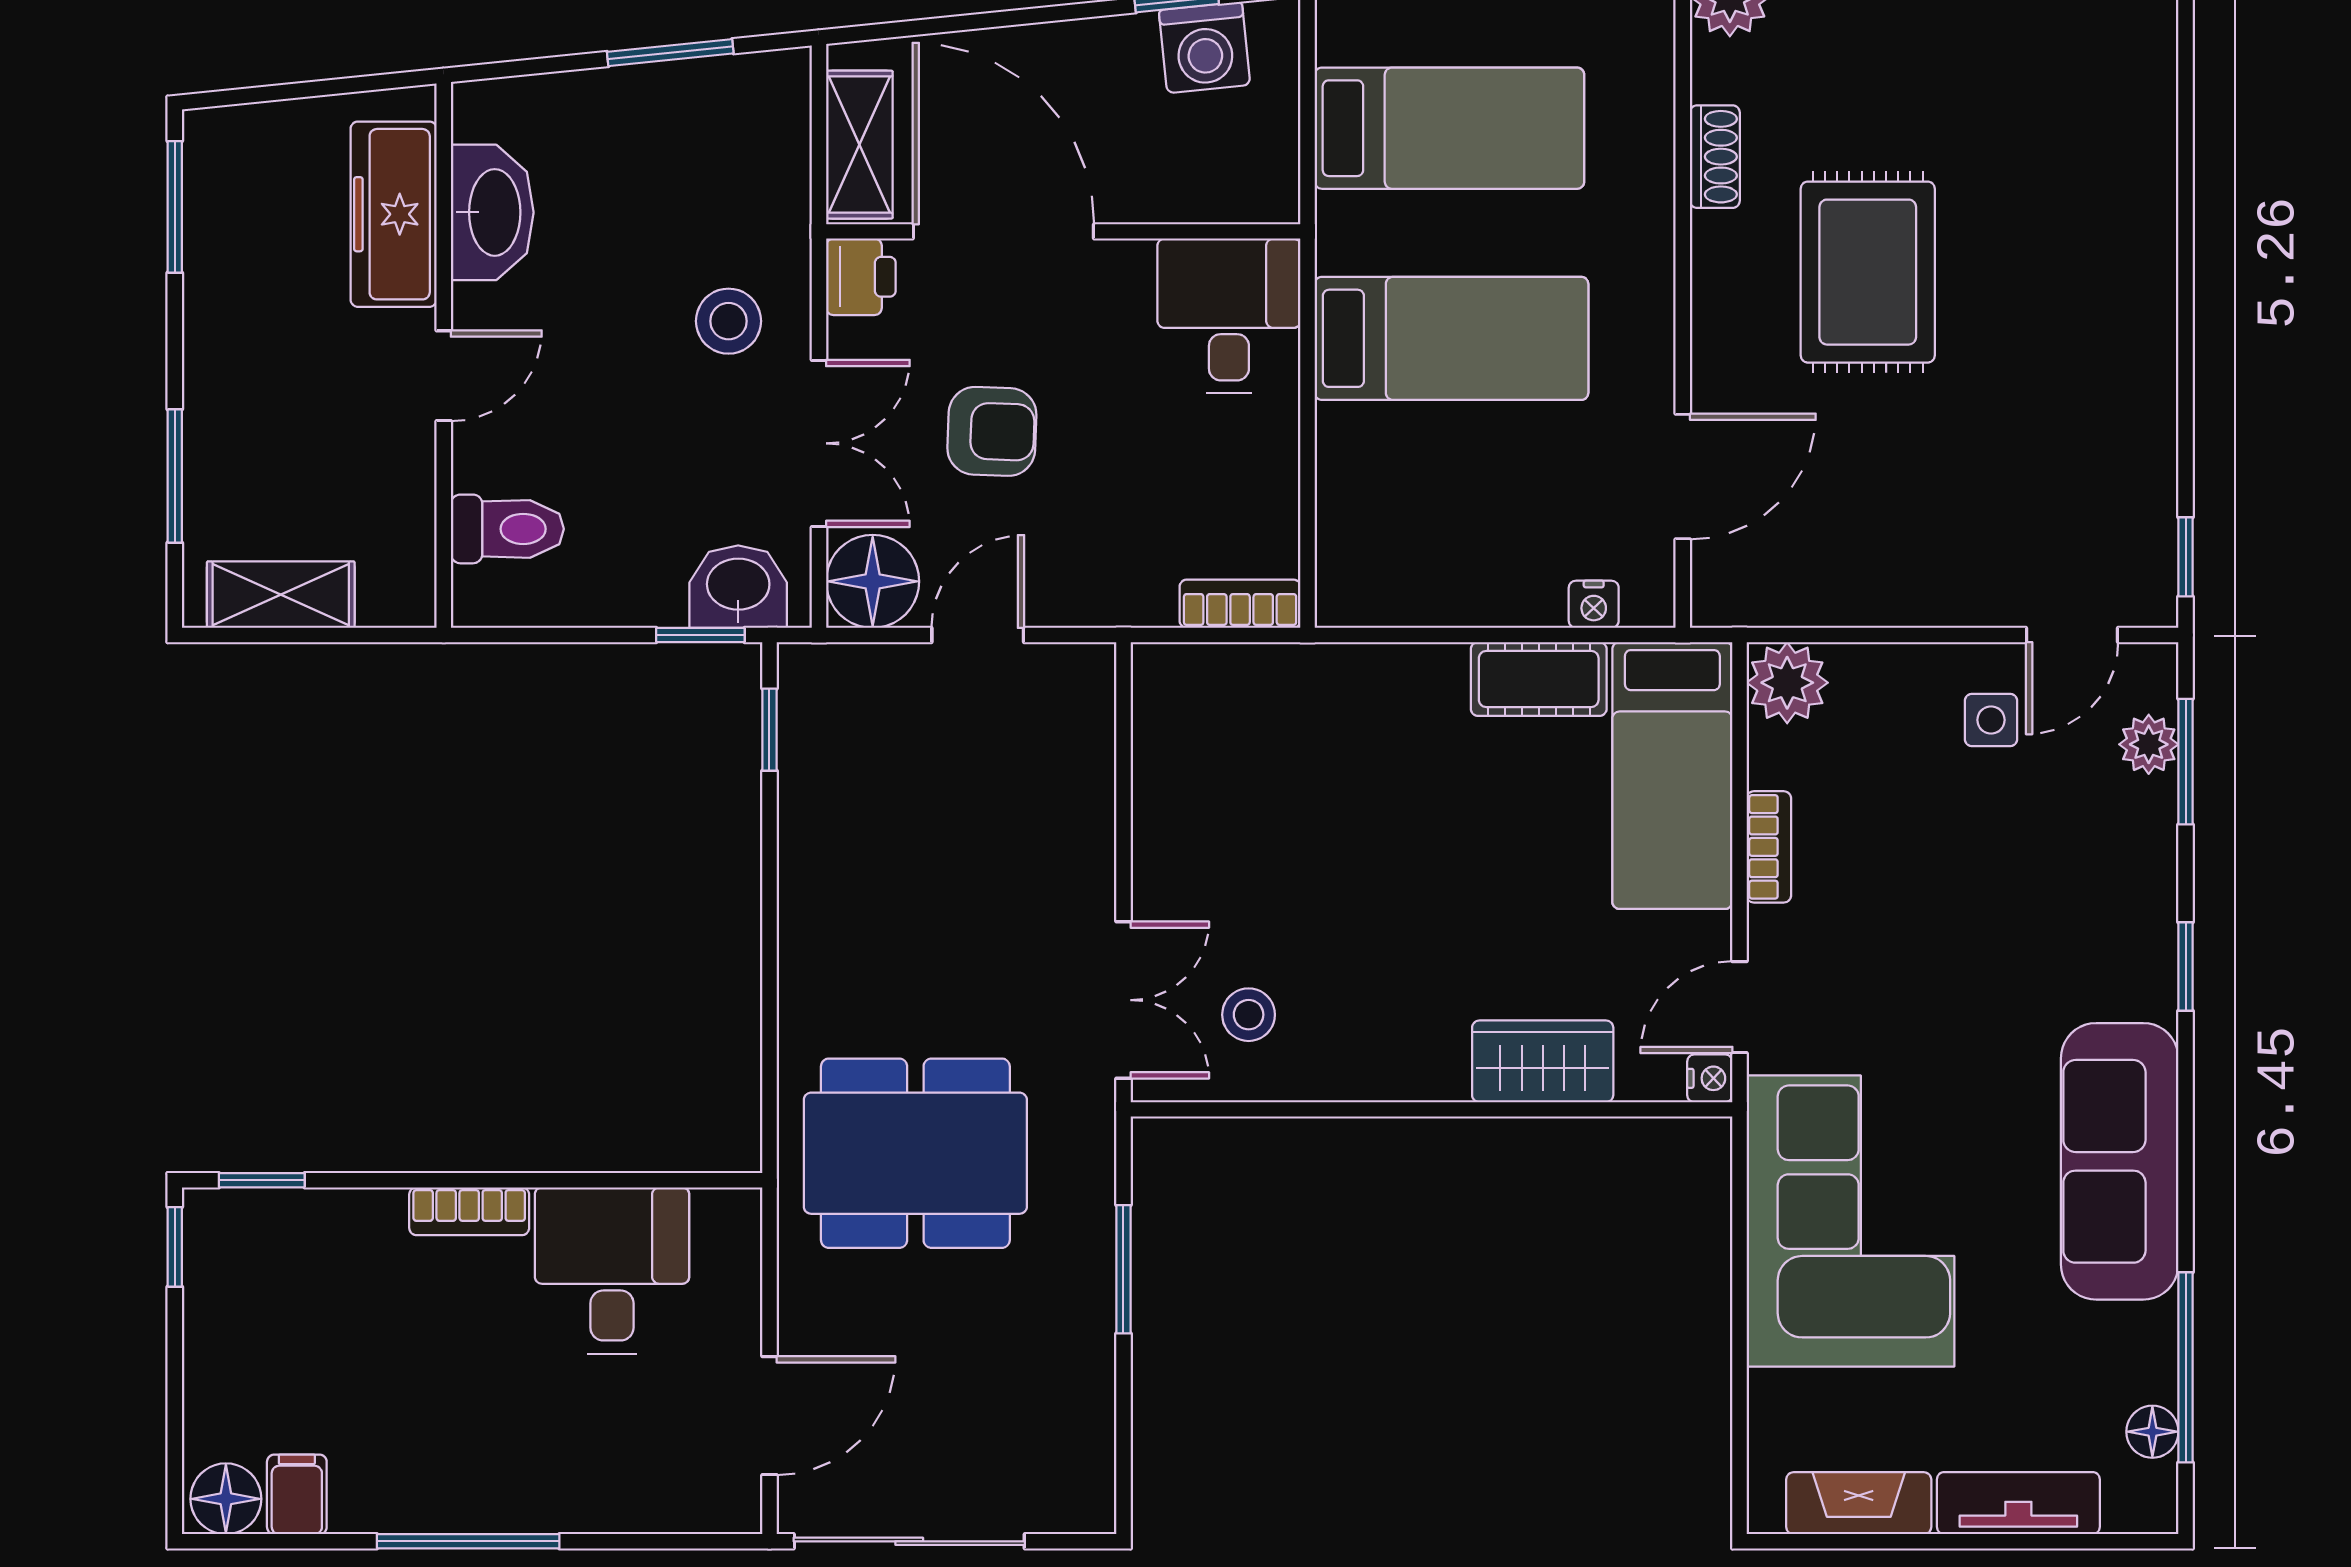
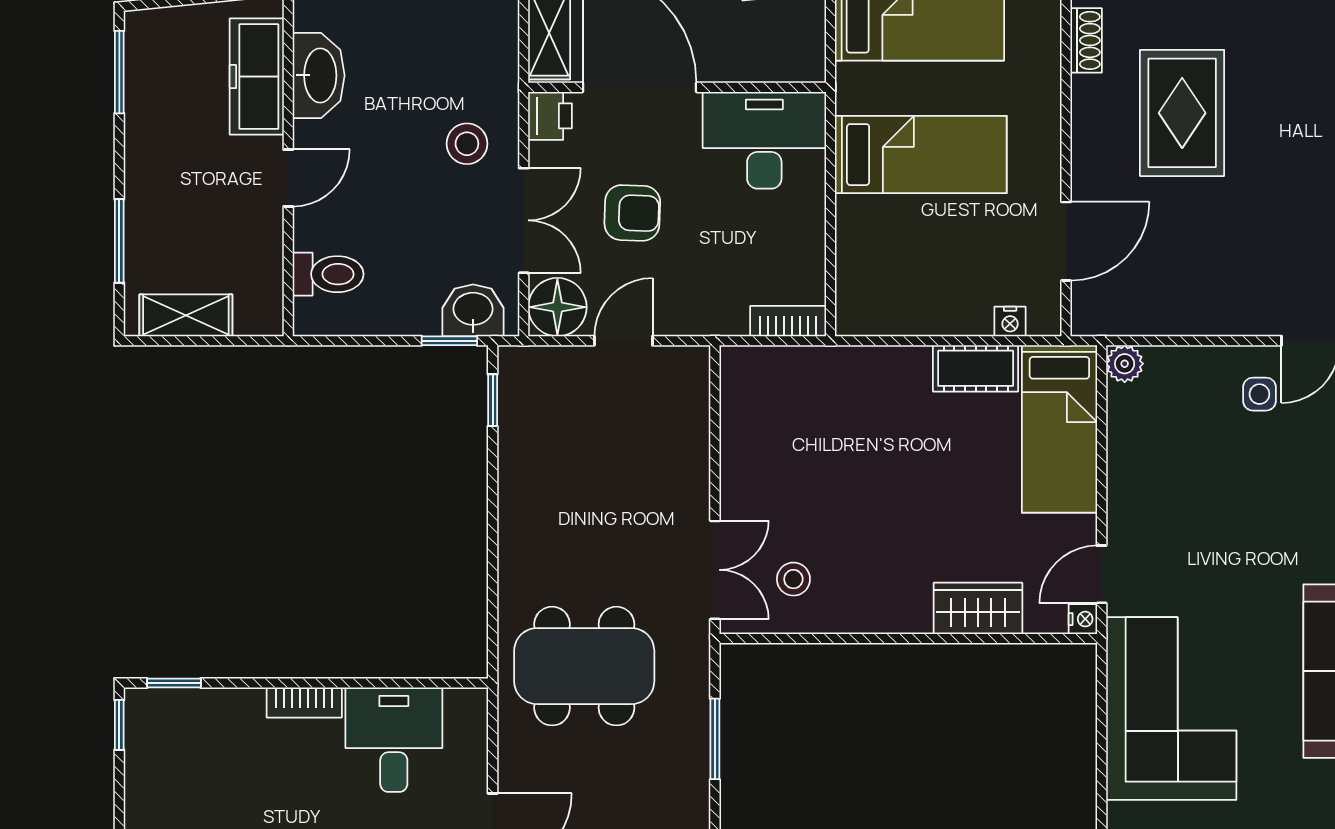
desk: (1229, 316) -> (764, 140), width x1.37
plant: (1787, 683) -> (1125, 364), width x0.73, depth x0.73
bookcase: (1769, 847) -> (1120, 474), removed

